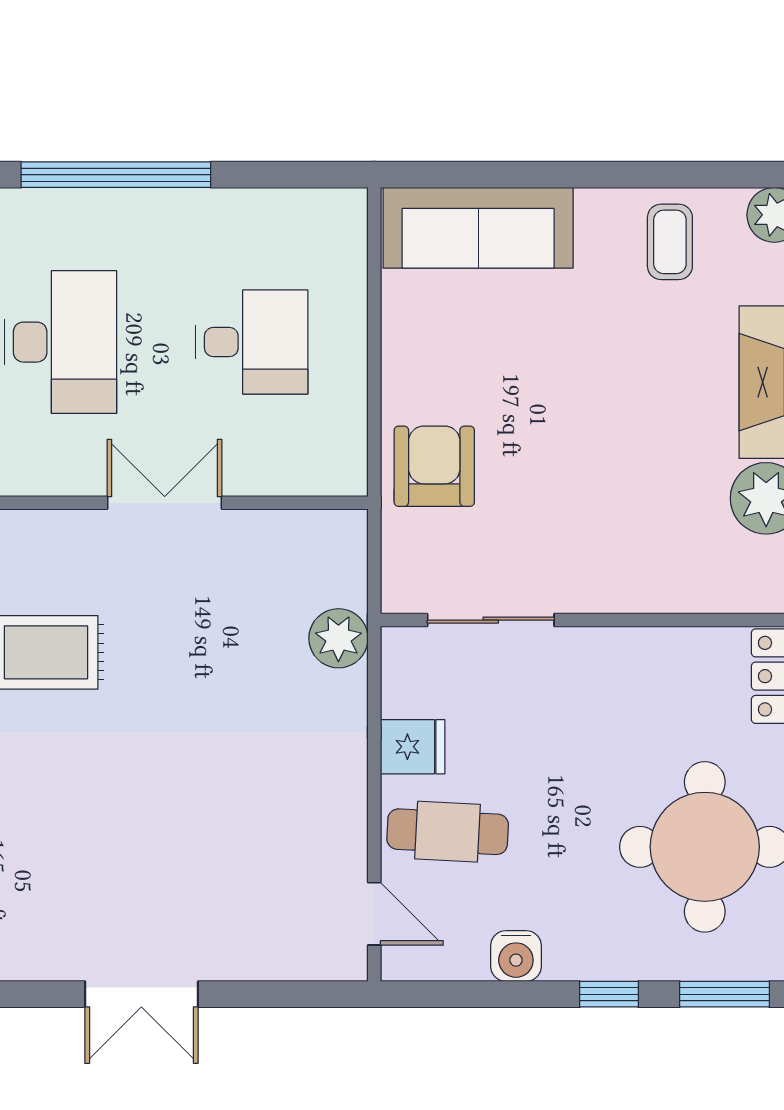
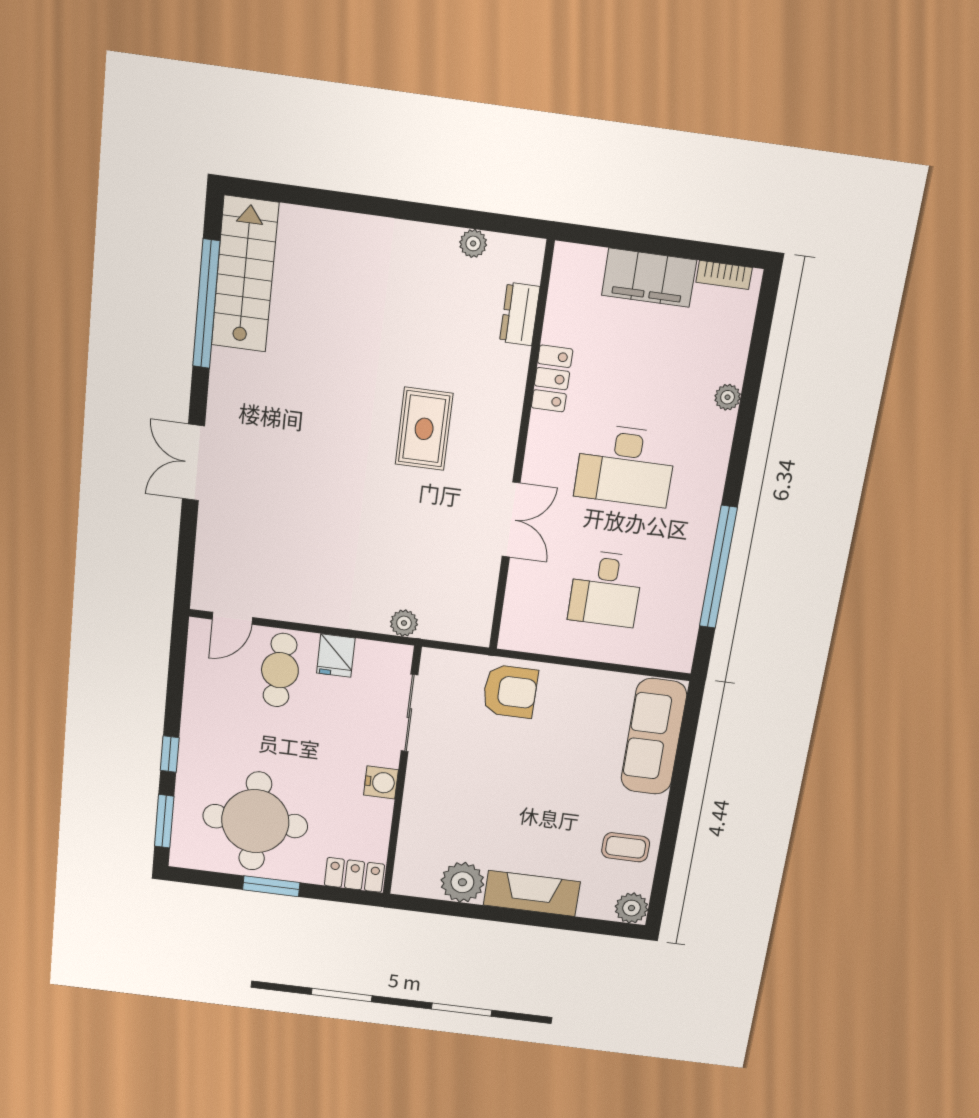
window: (116, 175) -> (718, 567), moved
plant: (338, 638) -> (404, 623), width x0.73, depth x0.73
water cooler: (516, 956) -> (381, 782), moved, turned 180

